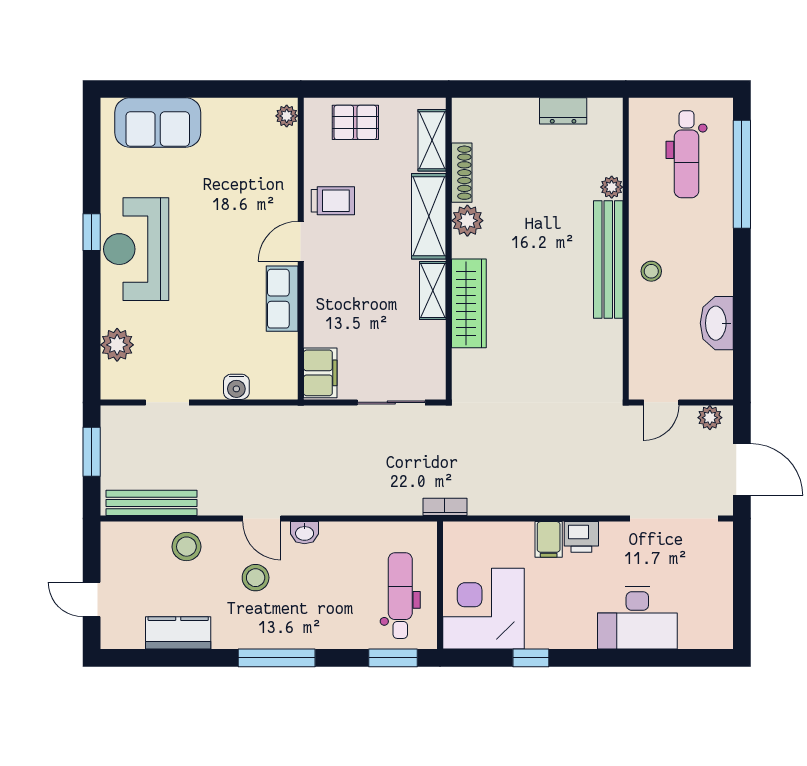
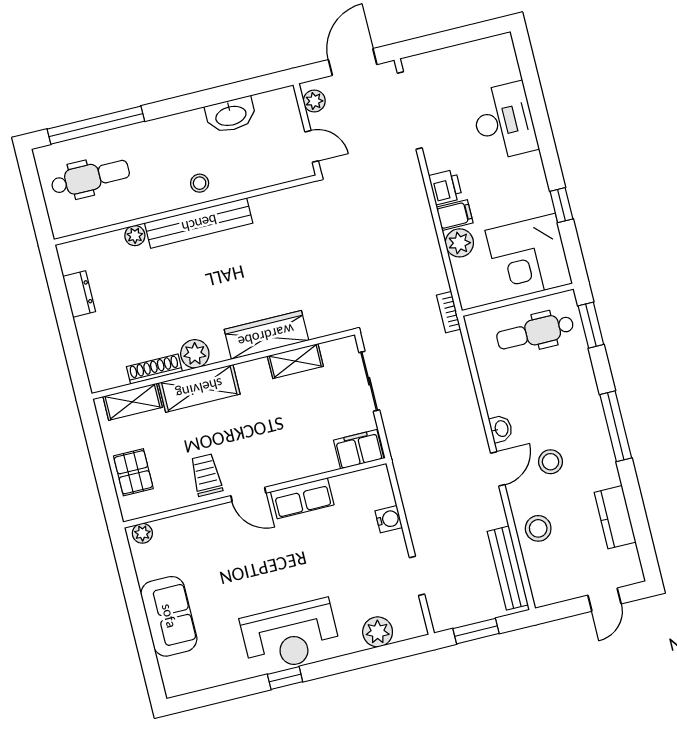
sofa: (158, 123) -> (169, 616), moved
shelving: (433, 291) -> (295, 361), moved
plant: (517, 537) -> (459, 243), added

